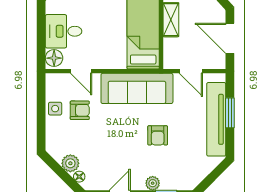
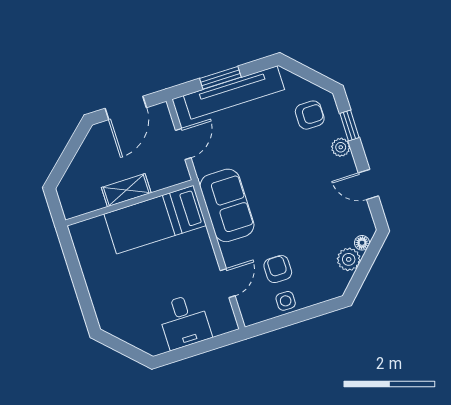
floor lamp: (54, 58) -> (222, 323), removed
sofa: (137, 88) -> (227, 205), width x0.73
armchair: (158, 135) -> (310, 115), moved

